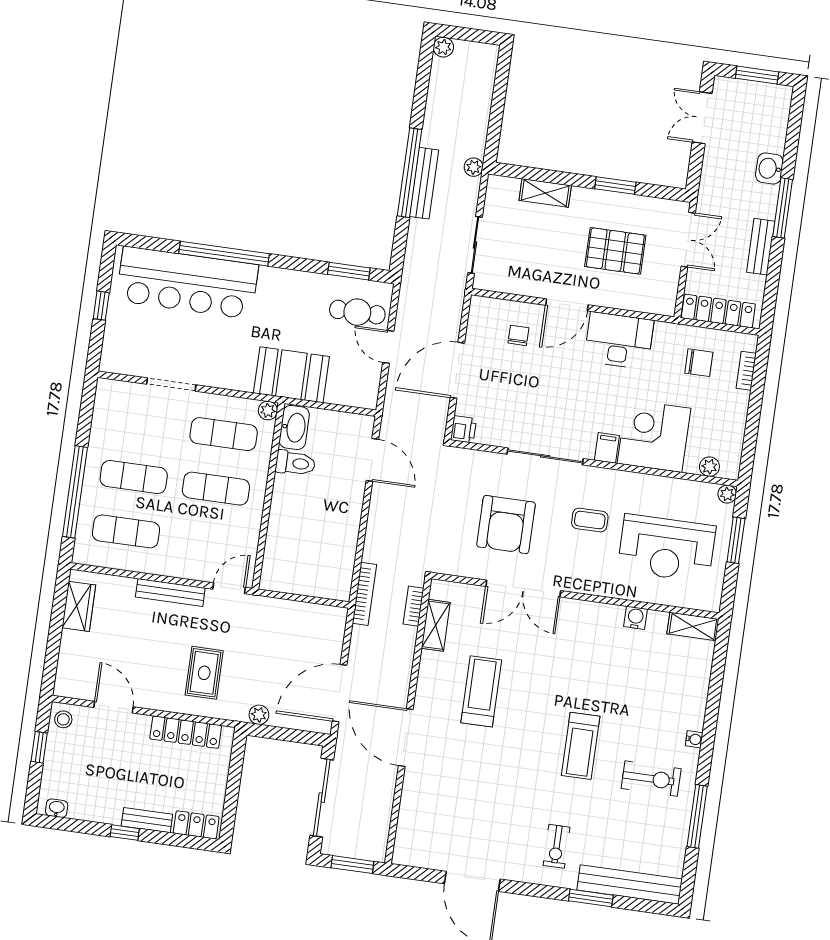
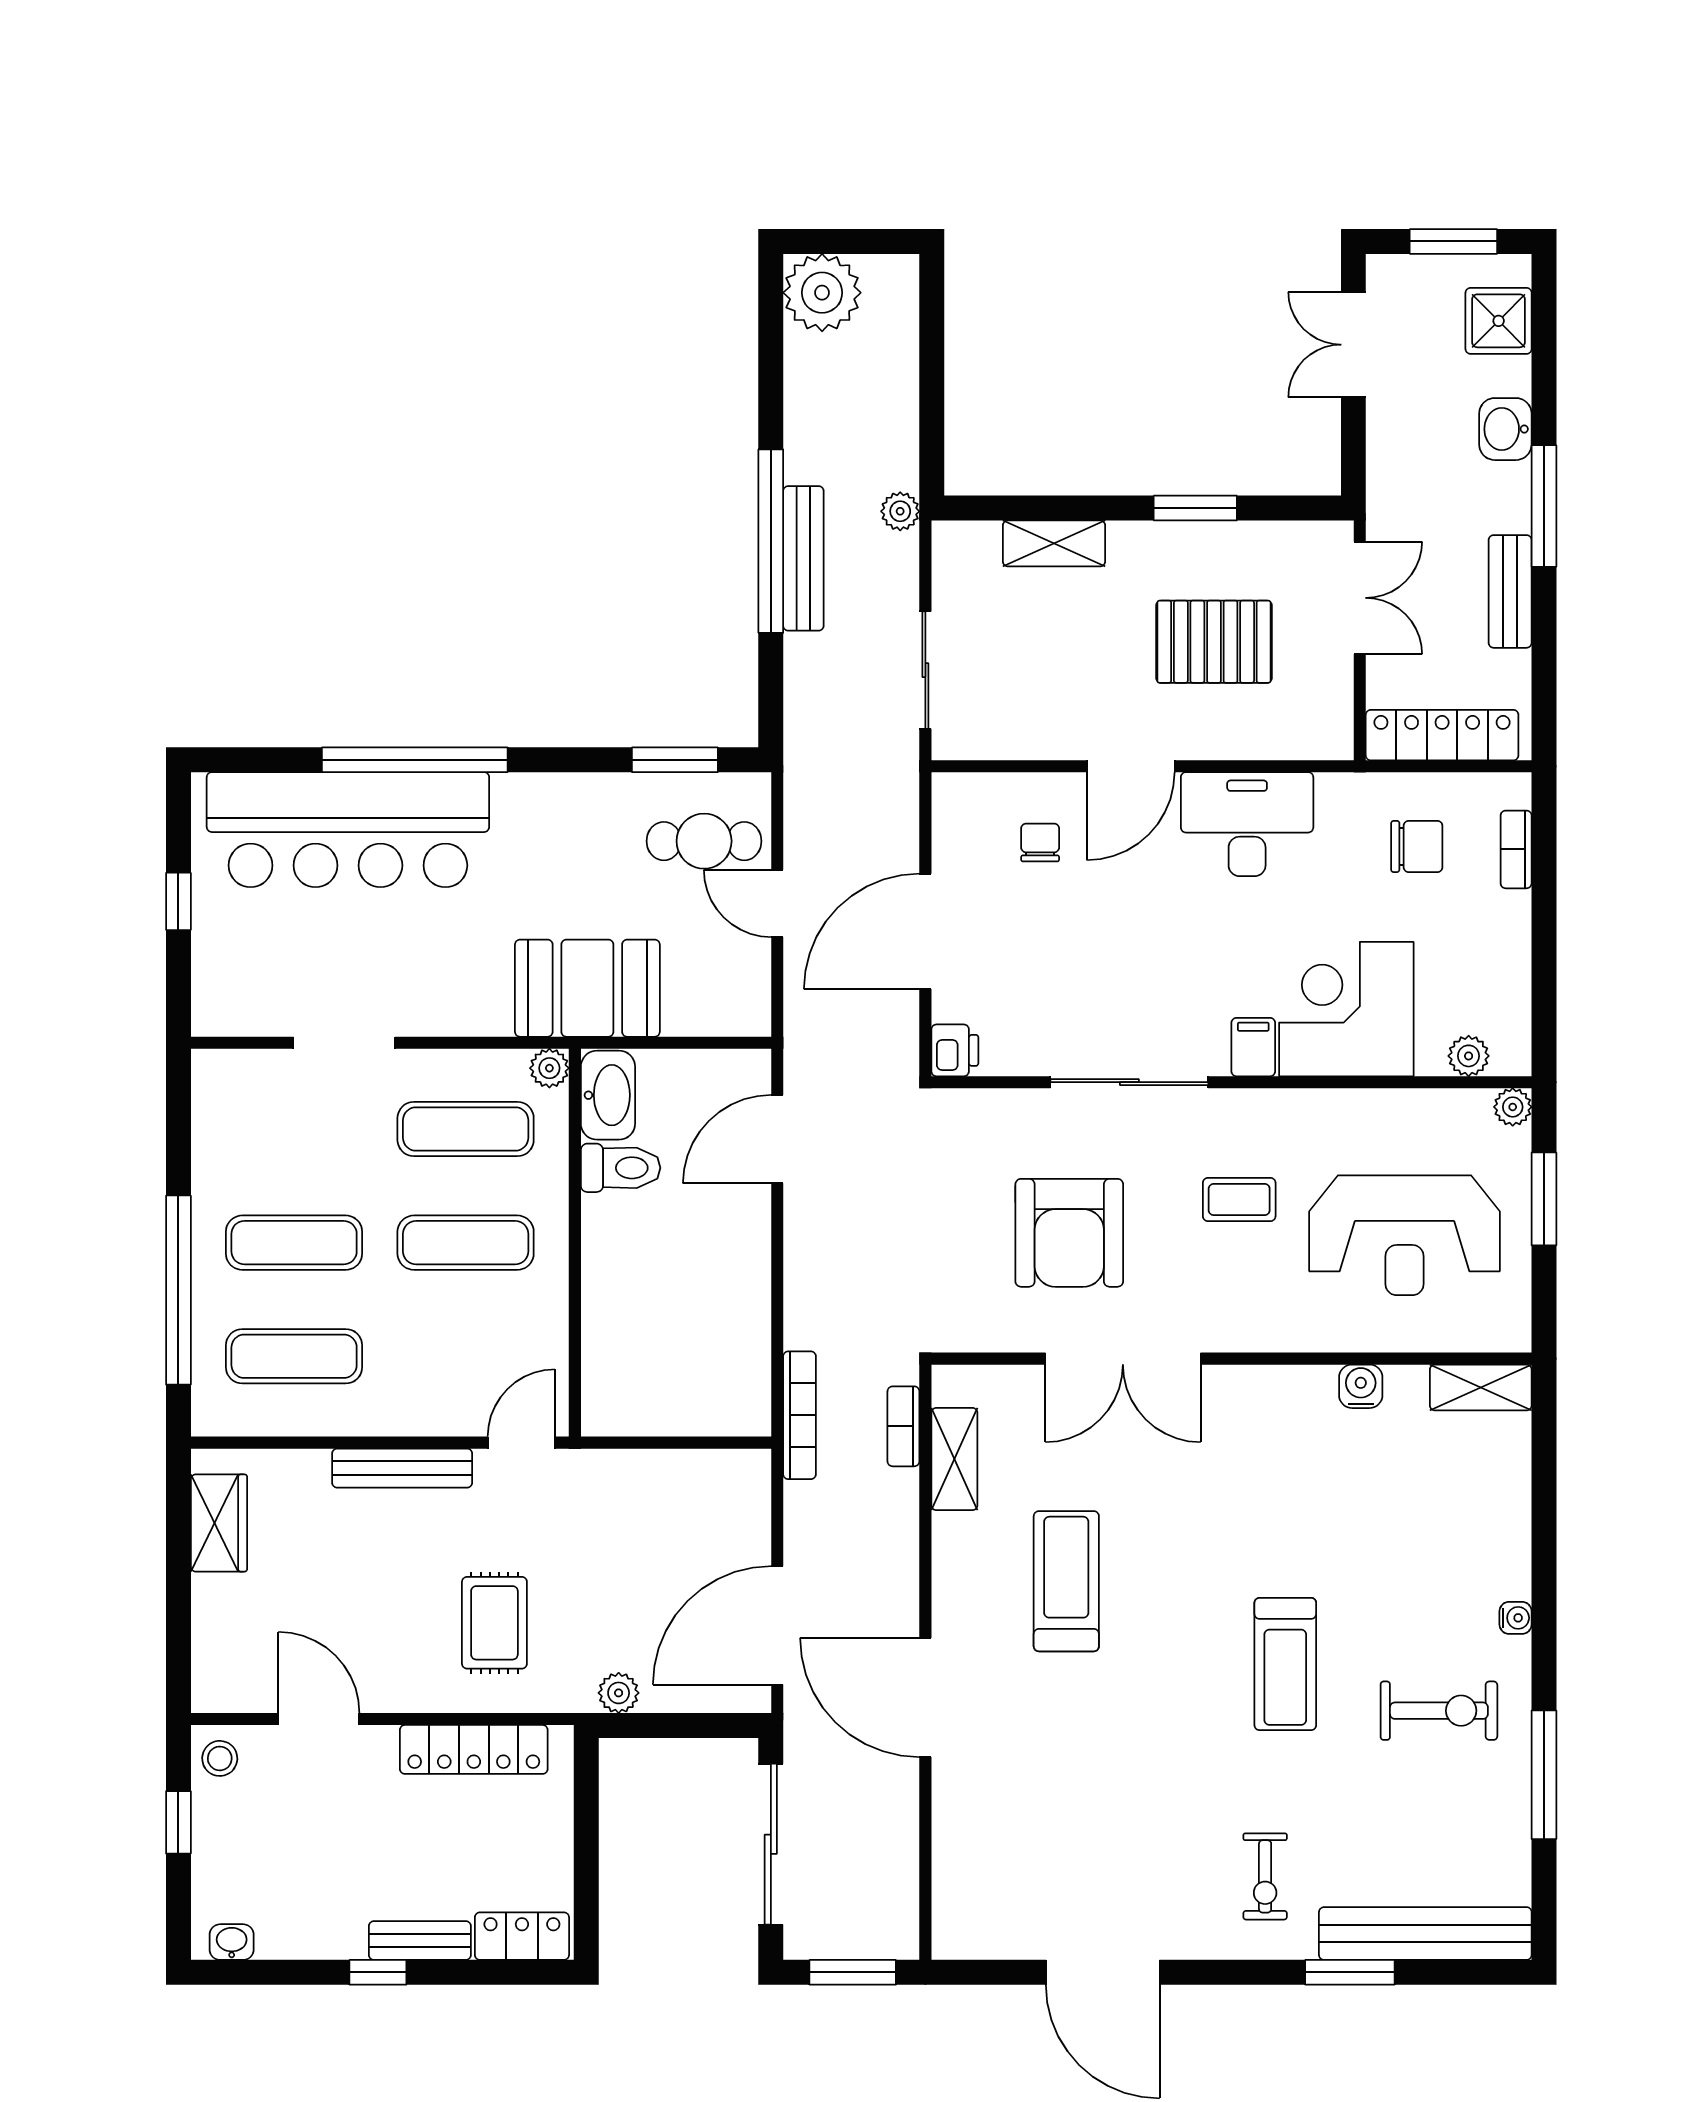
plant: (443, 47) -> (822, 293), width x1.87, depth x1.87
shower: (773, 116) -> (1499, 321), added
door: (372, 460) -> (777, 1139), swing flipped

